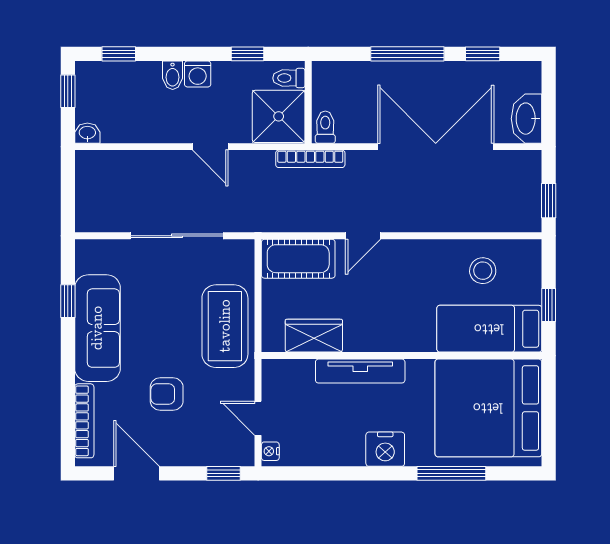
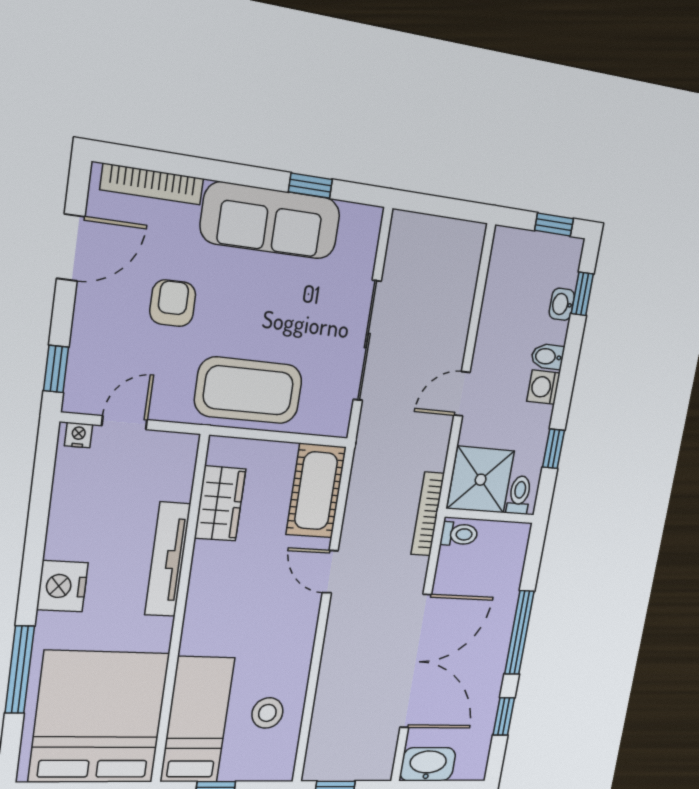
washbasin: (87, 133) -> (562, 304), moved, turned 180

